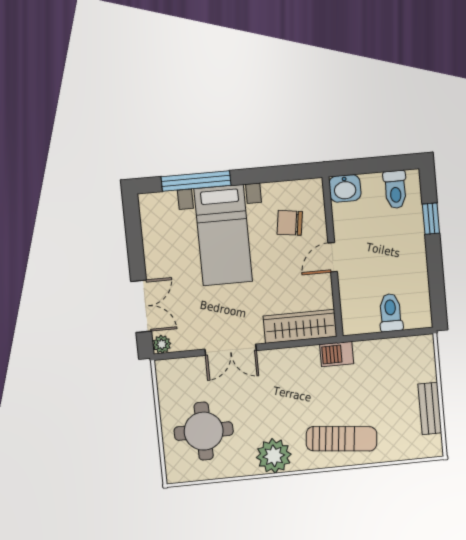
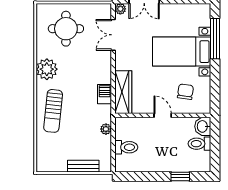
toilet: (395, 190) -> (199, 144), moved
plant: (363, 349) -> (106, 129), added
double door: (231, 350) -> (113, 35), moved
barbecue: (337, 354) -> (105, 94), moved
bench: (430, 409) -> (83, 166), moved

